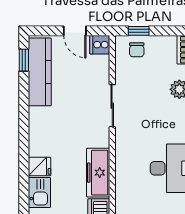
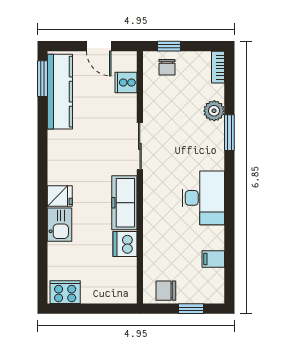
cooker: (100, 45) -> (126, 83), moved
window: (24, 60) -> (42, 79), width x1.50
sliding door: (112, 106) -> (140, 146), moved

